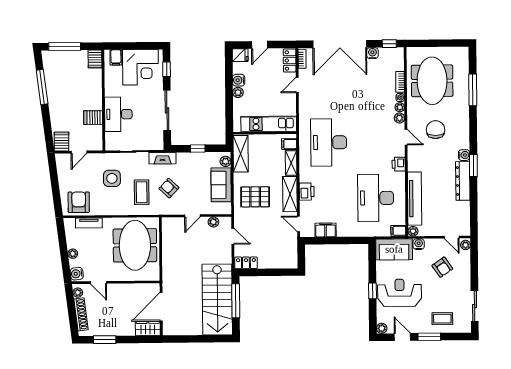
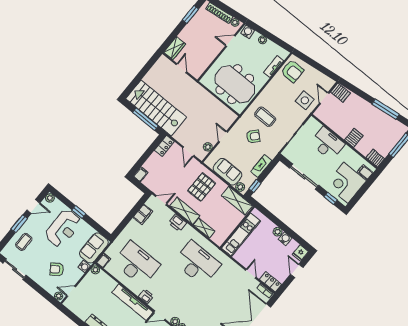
server rack: (93, 118) -> (354, 138), moved
filing cabinet: (289, 144) -> (141, 174), moved
window: (198, 149) -> (255, 186), moved
fireplace: (163, 158) -> (261, 166), moved
side table: (112, 178) -> (305, 100), moved
tv unit: (415, 199) -> (133, 302), moved
door: (233, 236) -> (188, 152), hinge flipped
door: (161, 307) -> (181, 68), width x0.53

